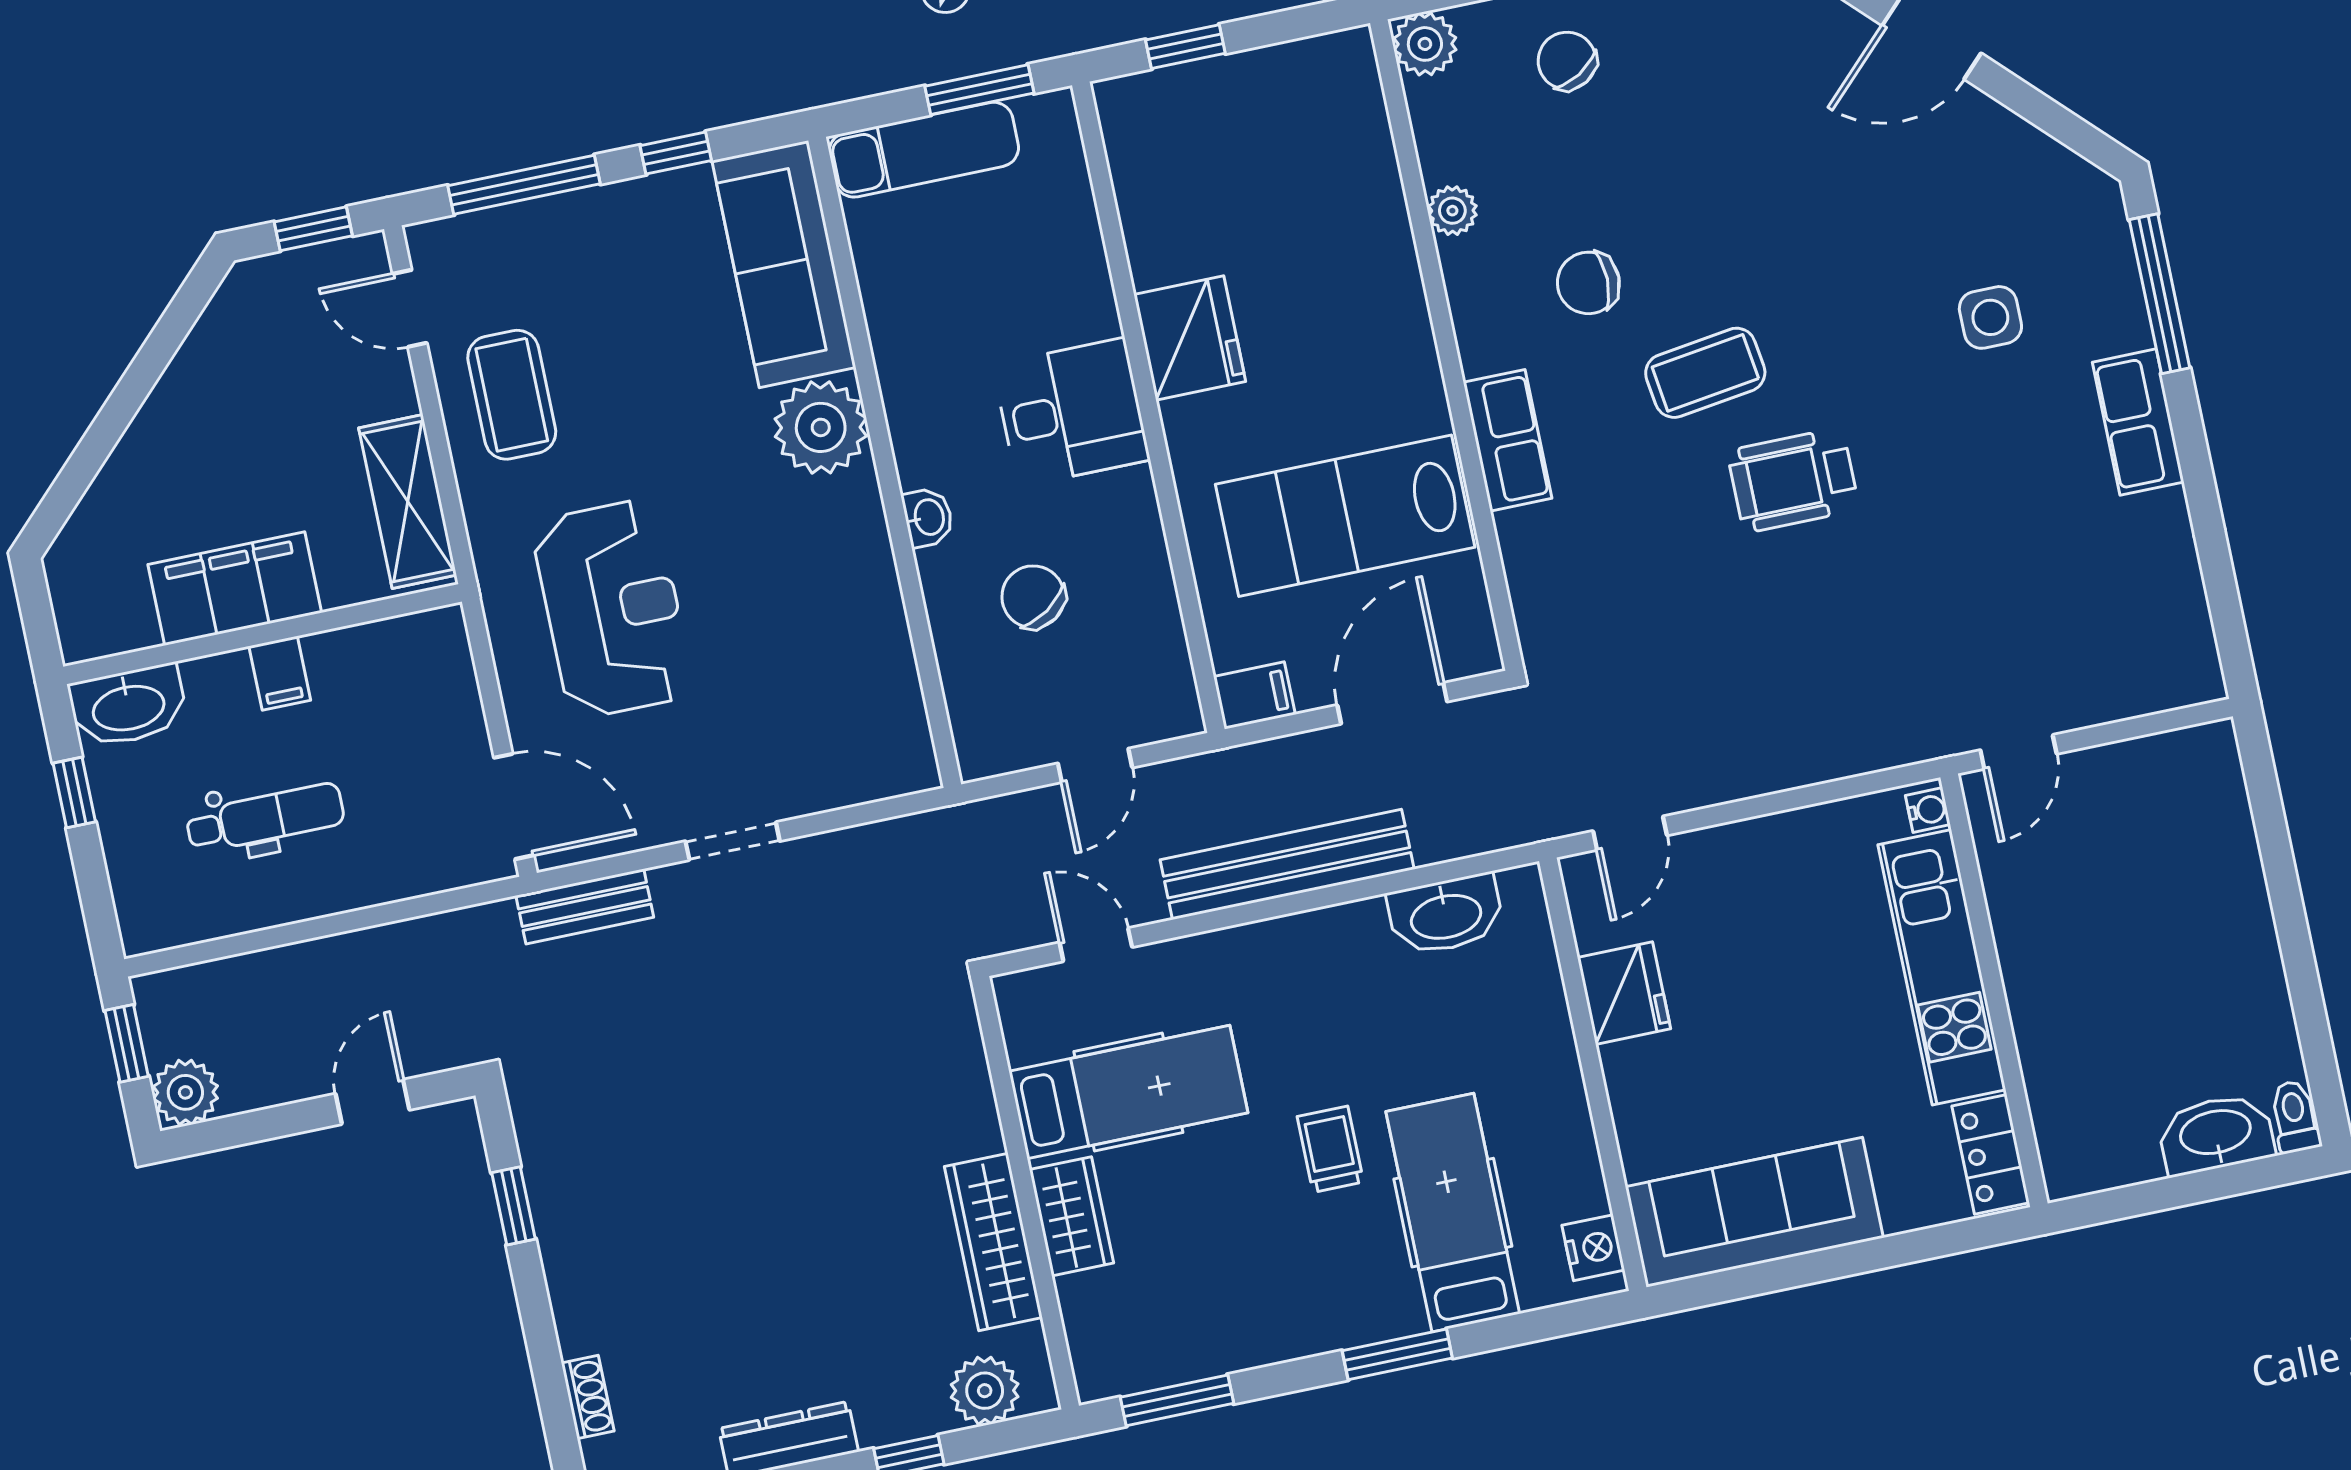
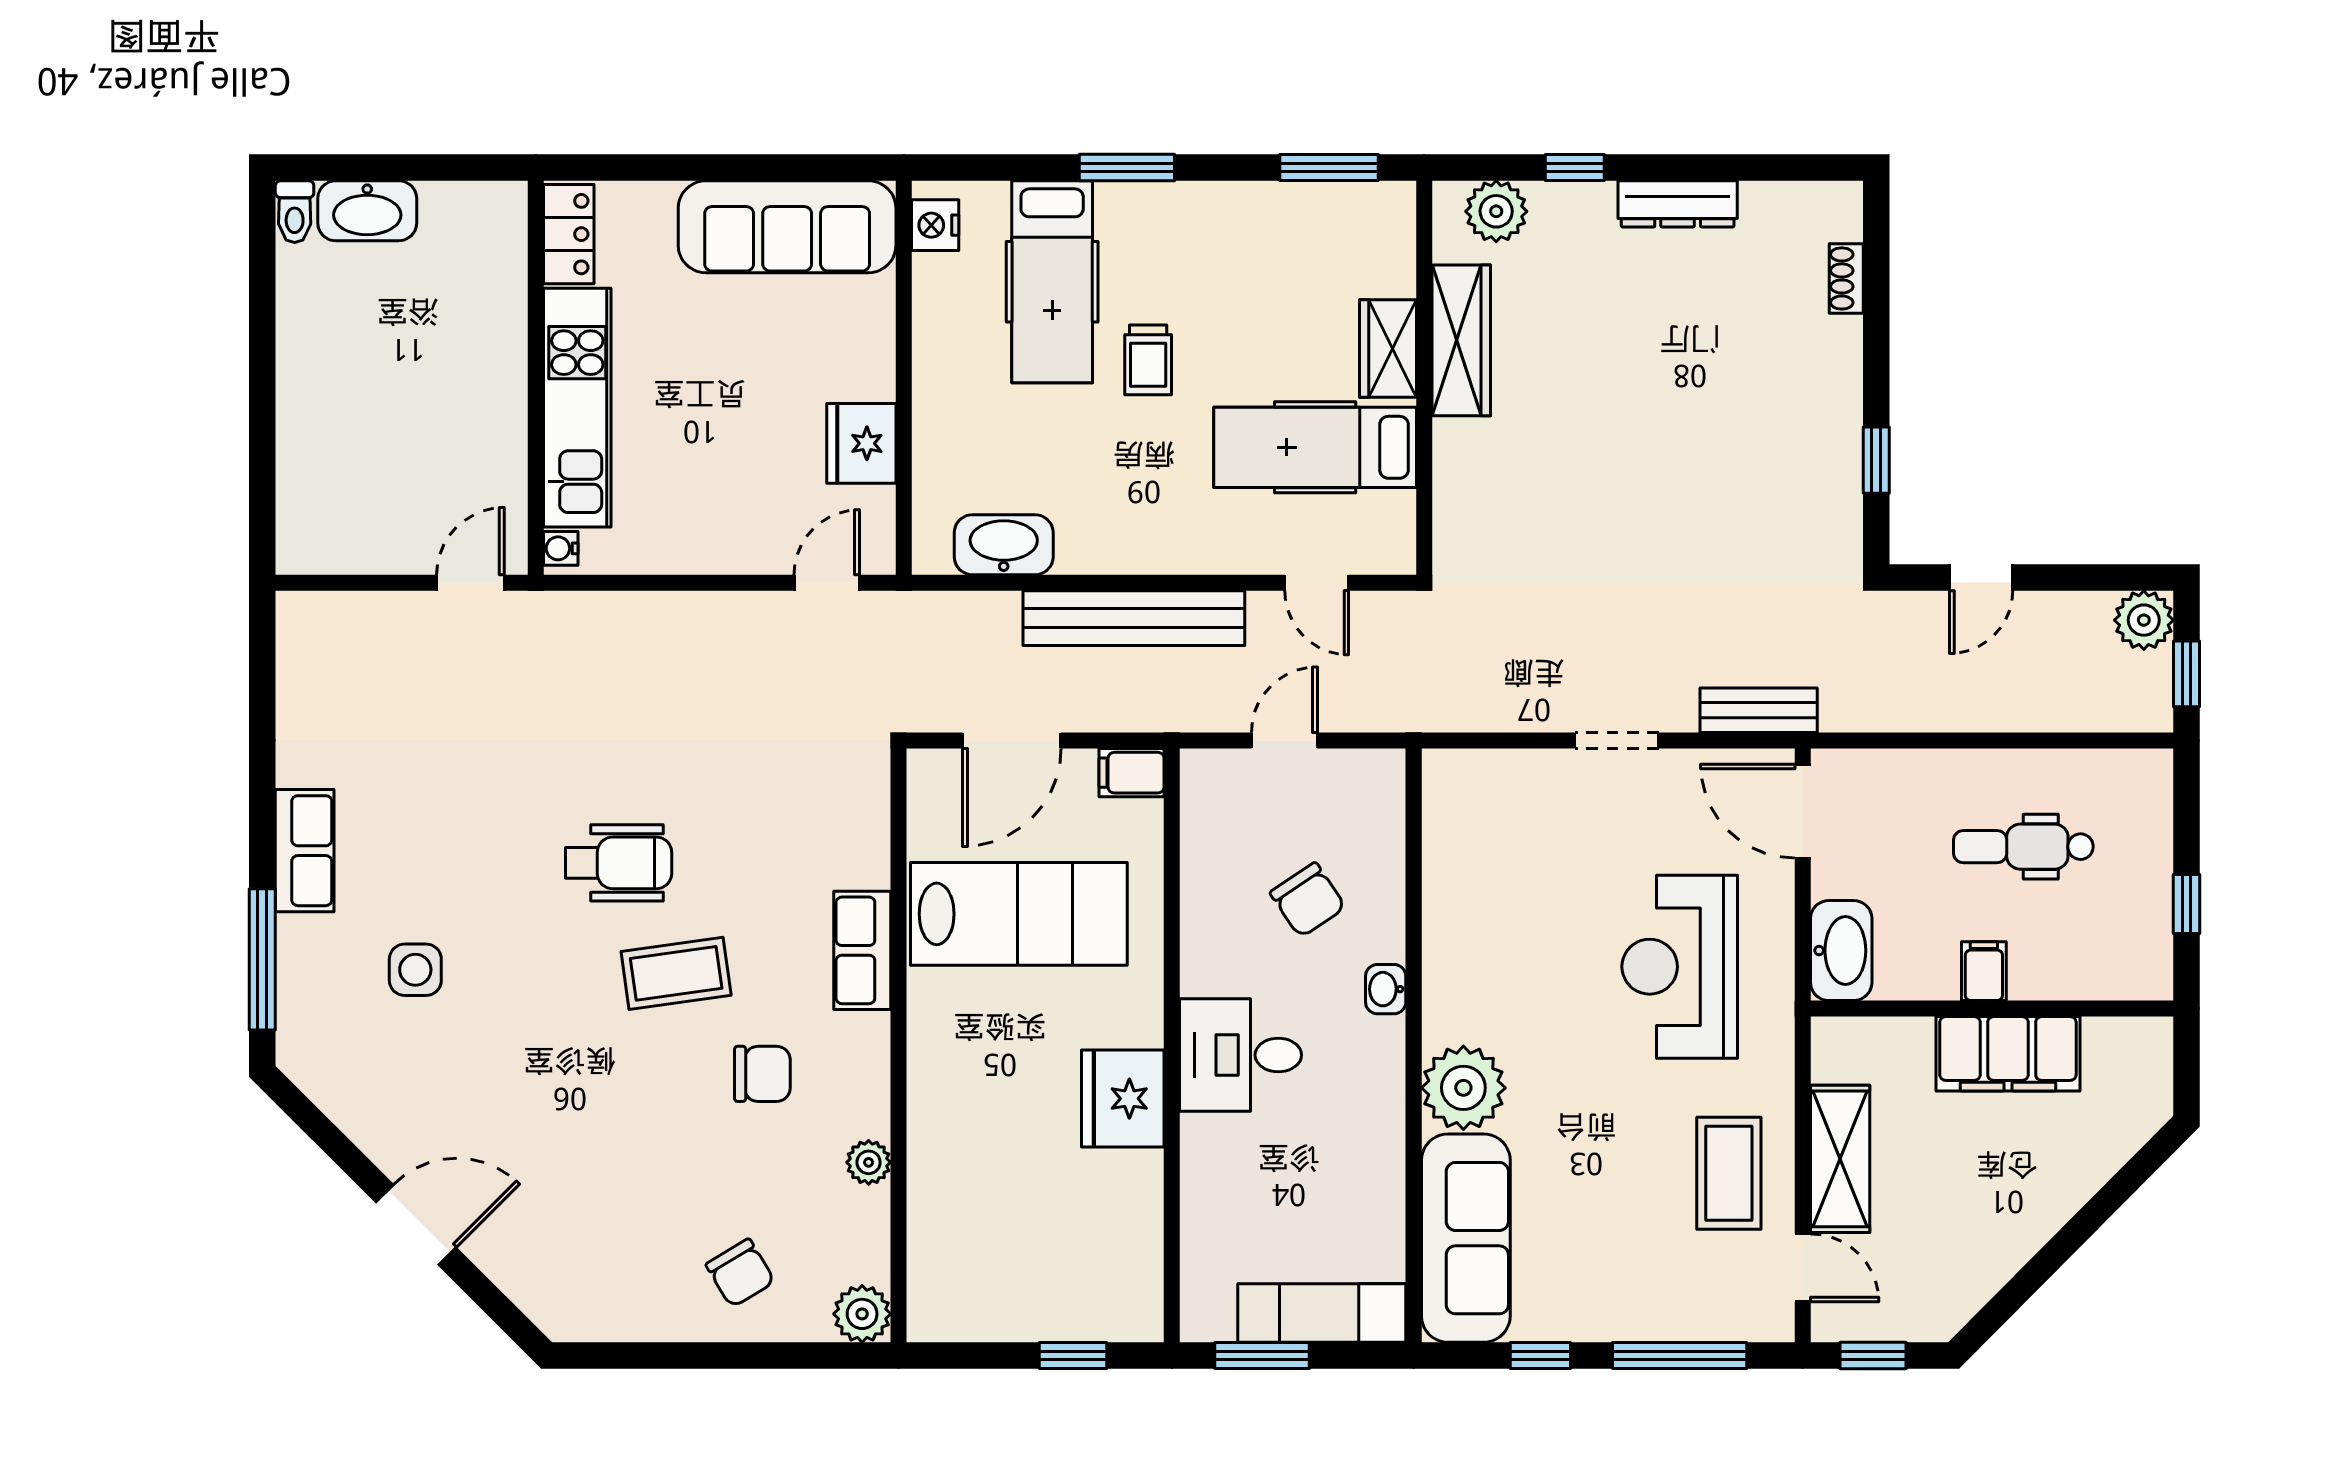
shelving: (408, 501) -> (1840, 1159), moved
washbasin: (128, 706) -> (1841, 951), moved, turned 90

